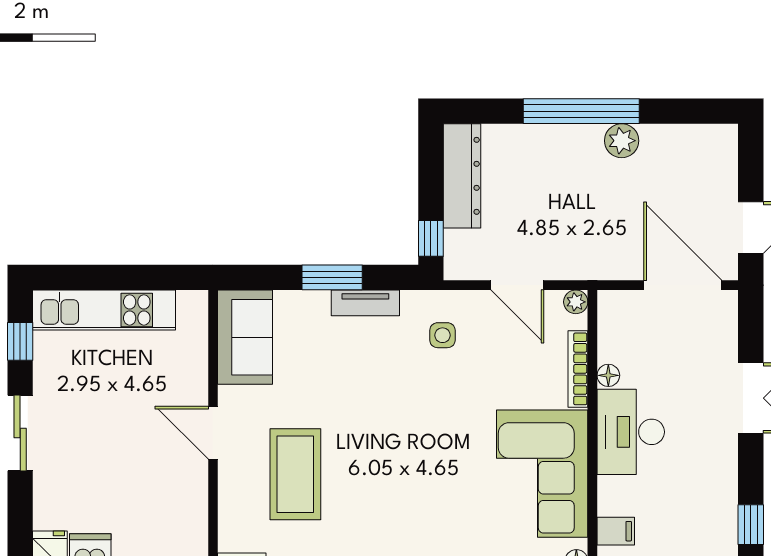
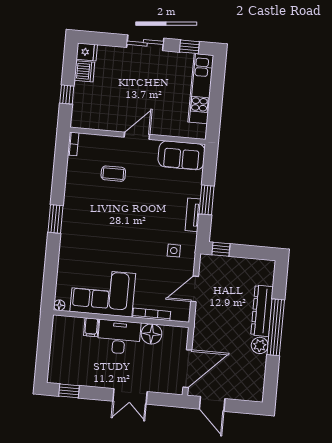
dresser: (462, 176) -> (262, 311), moved, turned 90
plant: (576, 302) -> (184, 316), removed
floor lamp: (608, 375) -> (152, 334), width x1.89, depth x1.89
coffee table: (295, 474) -> (113, 174), width x0.54, depth x0.58
filing cabinet: (616, 531) -> (91, 327), moved

